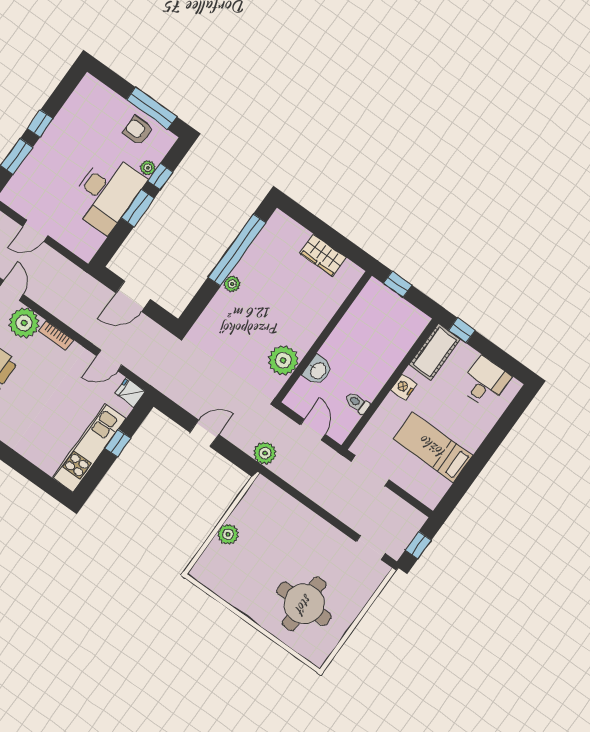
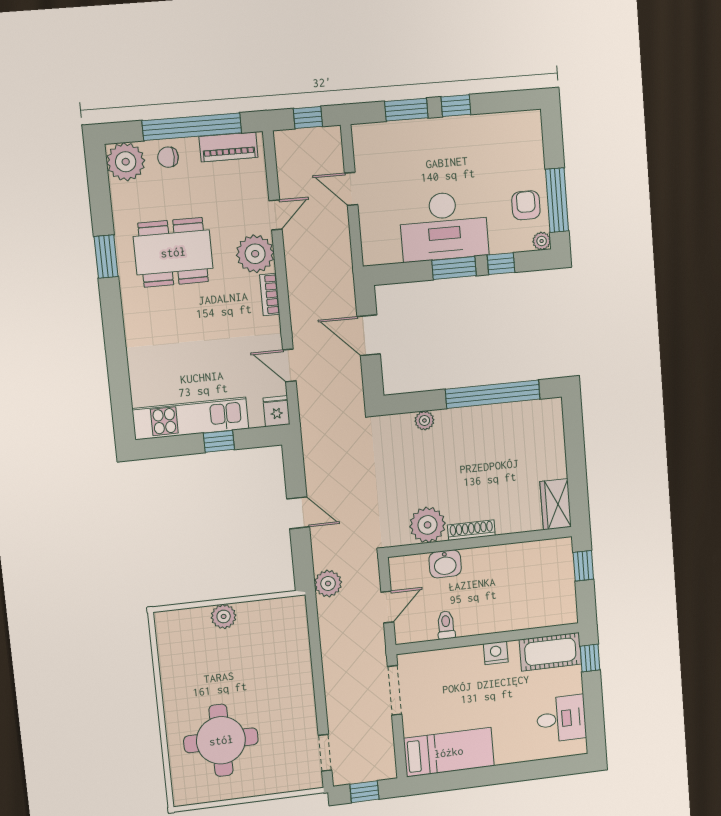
plant: (148, 168) -> (542, 241), moved
wardrobe: (323, 255) -> (556, 504), moved
plant: (232, 284) -> (424, 421), moved
shoe rack: (311, 336) -> (471, 530), added
bed: (433, 447) -> (449, 752), moved, turned 90

